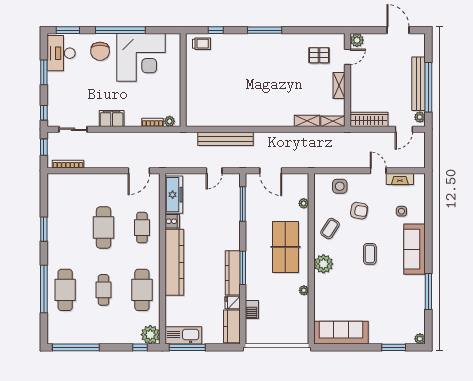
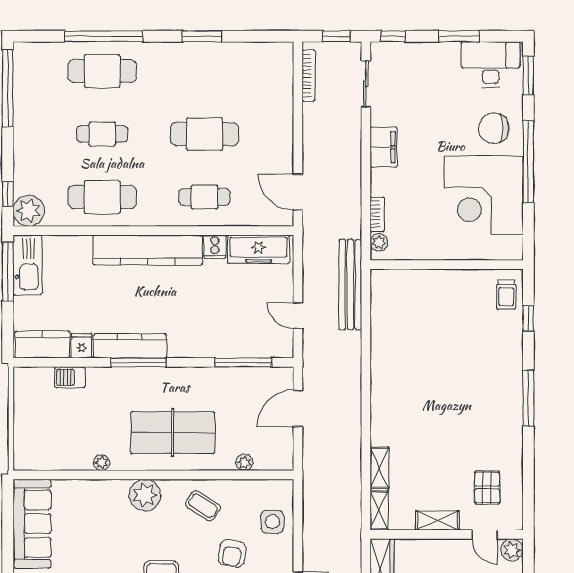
bench: (225, 139) -> (350, 285), moved

